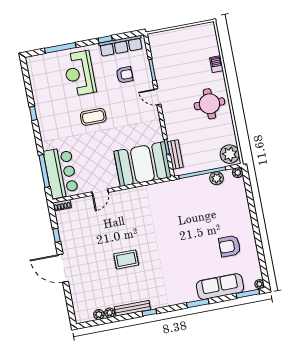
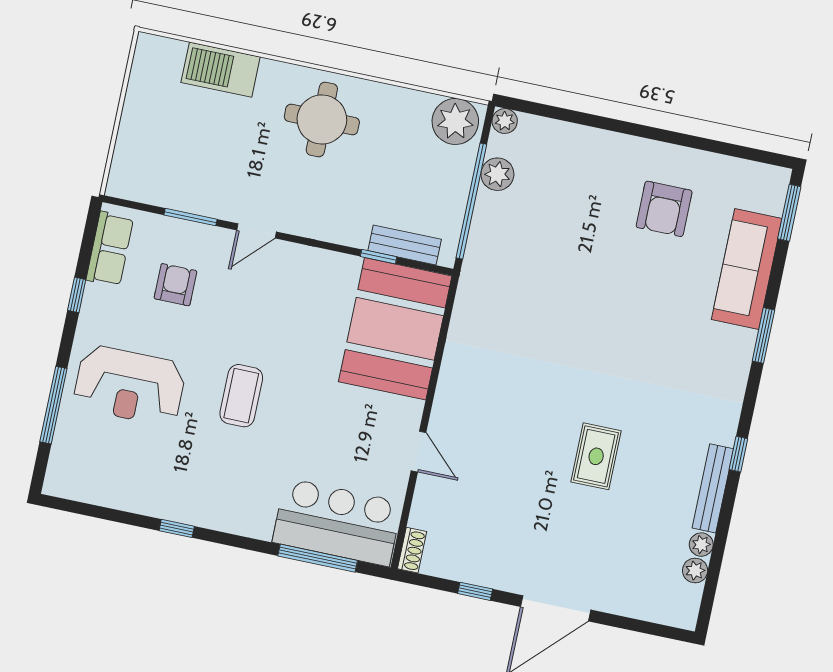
row of seats: (121, 46) -> (110, 249), width x0.68
barbecue: (216, 64) -> (221, 70), width x1.88, depth x1.53
plant: (259, 284) -> (778, 177), removed

